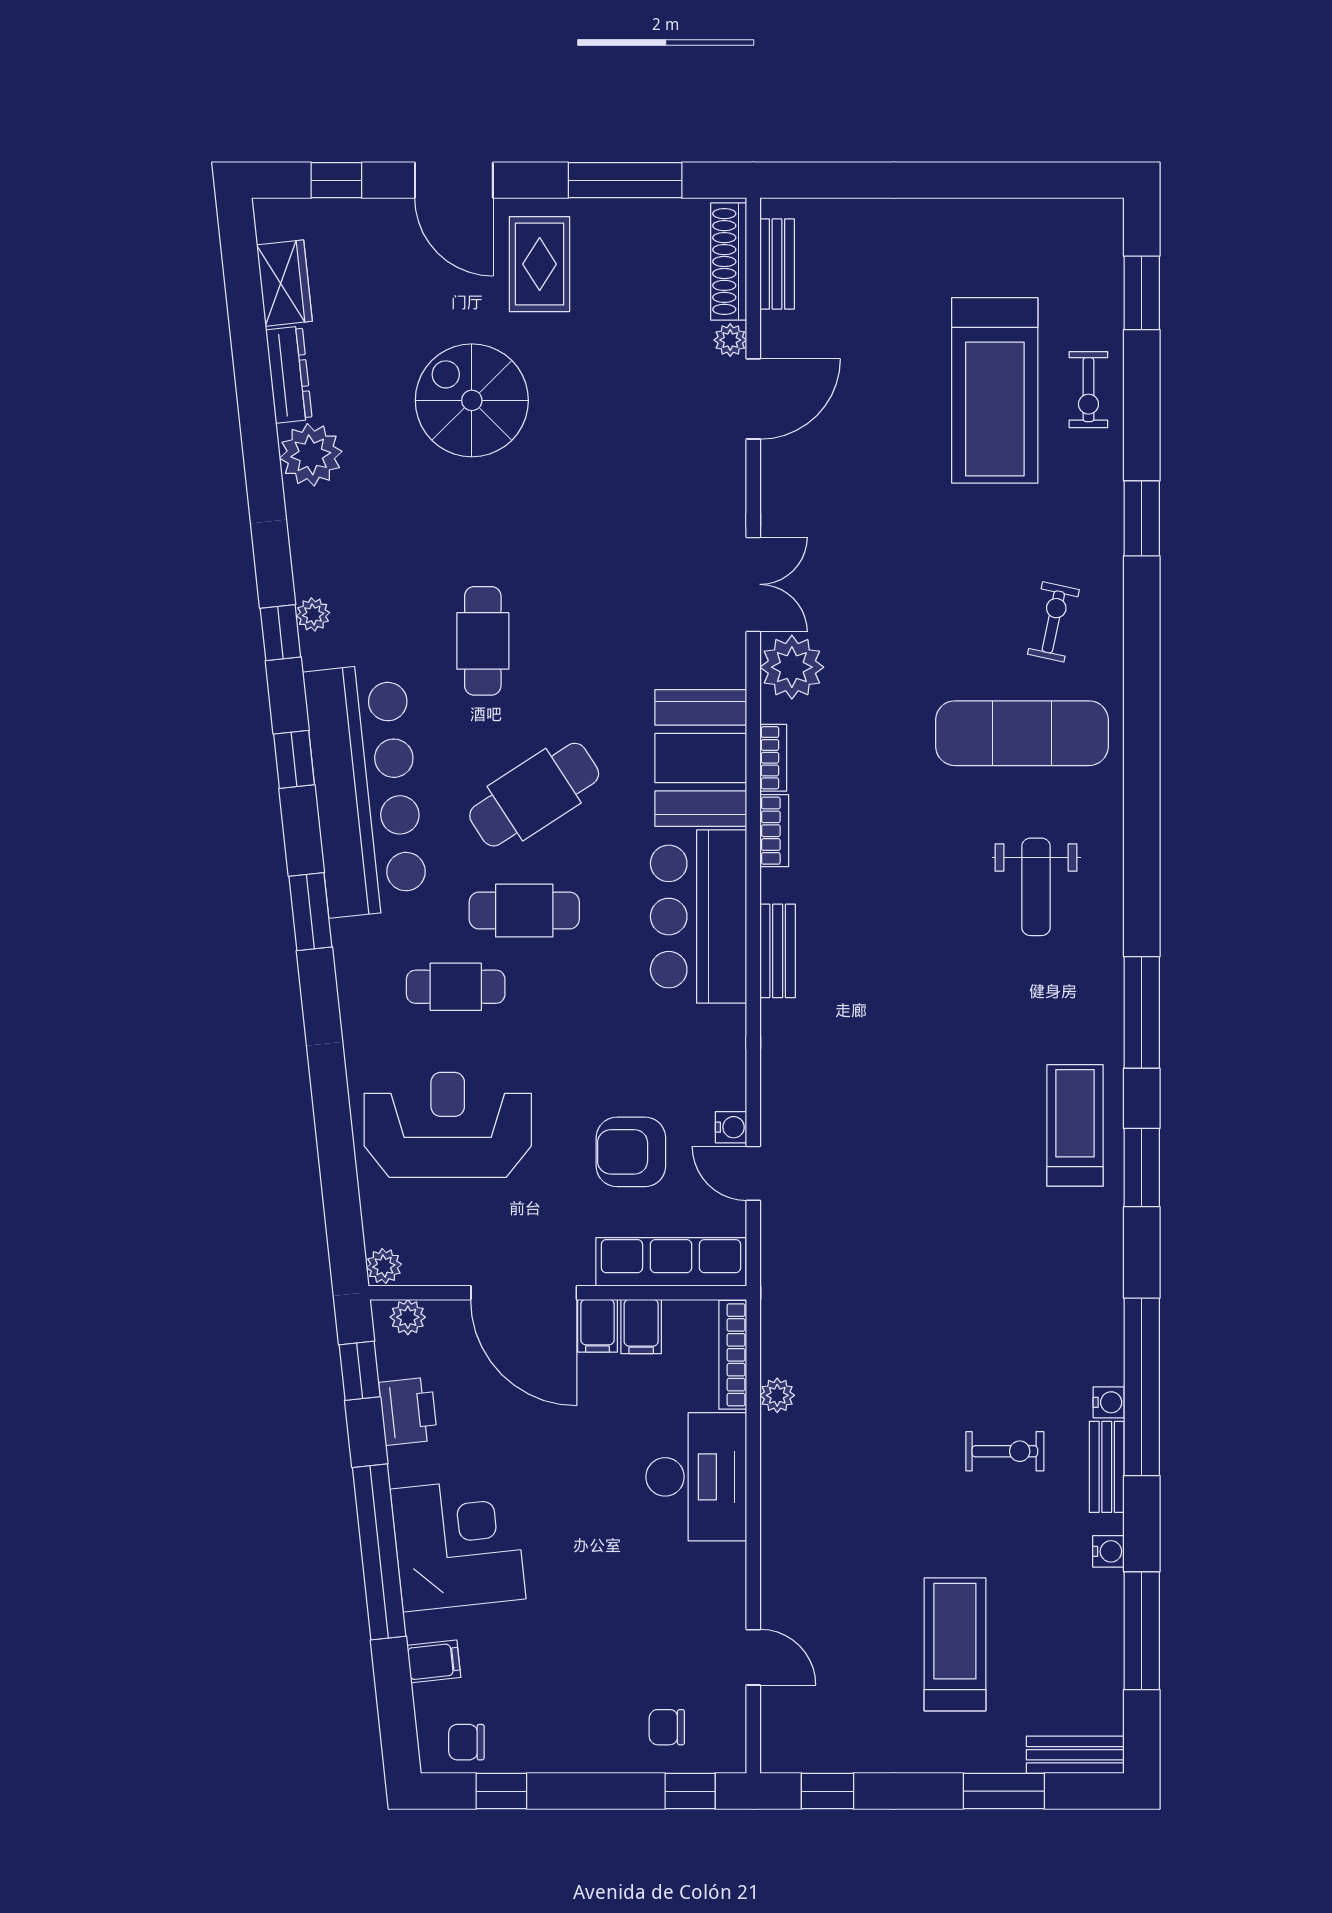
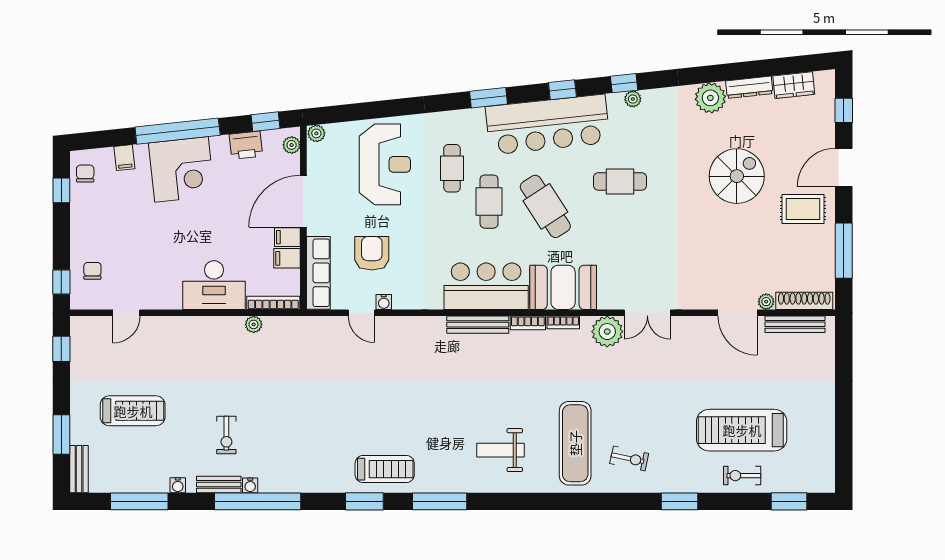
bench: (777, 264) -> (795, 324), width x1.36
bench: (778, 951) -> (478, 325), width x1.36
door: (753, 1173) -> (361, 313), swing flipped

